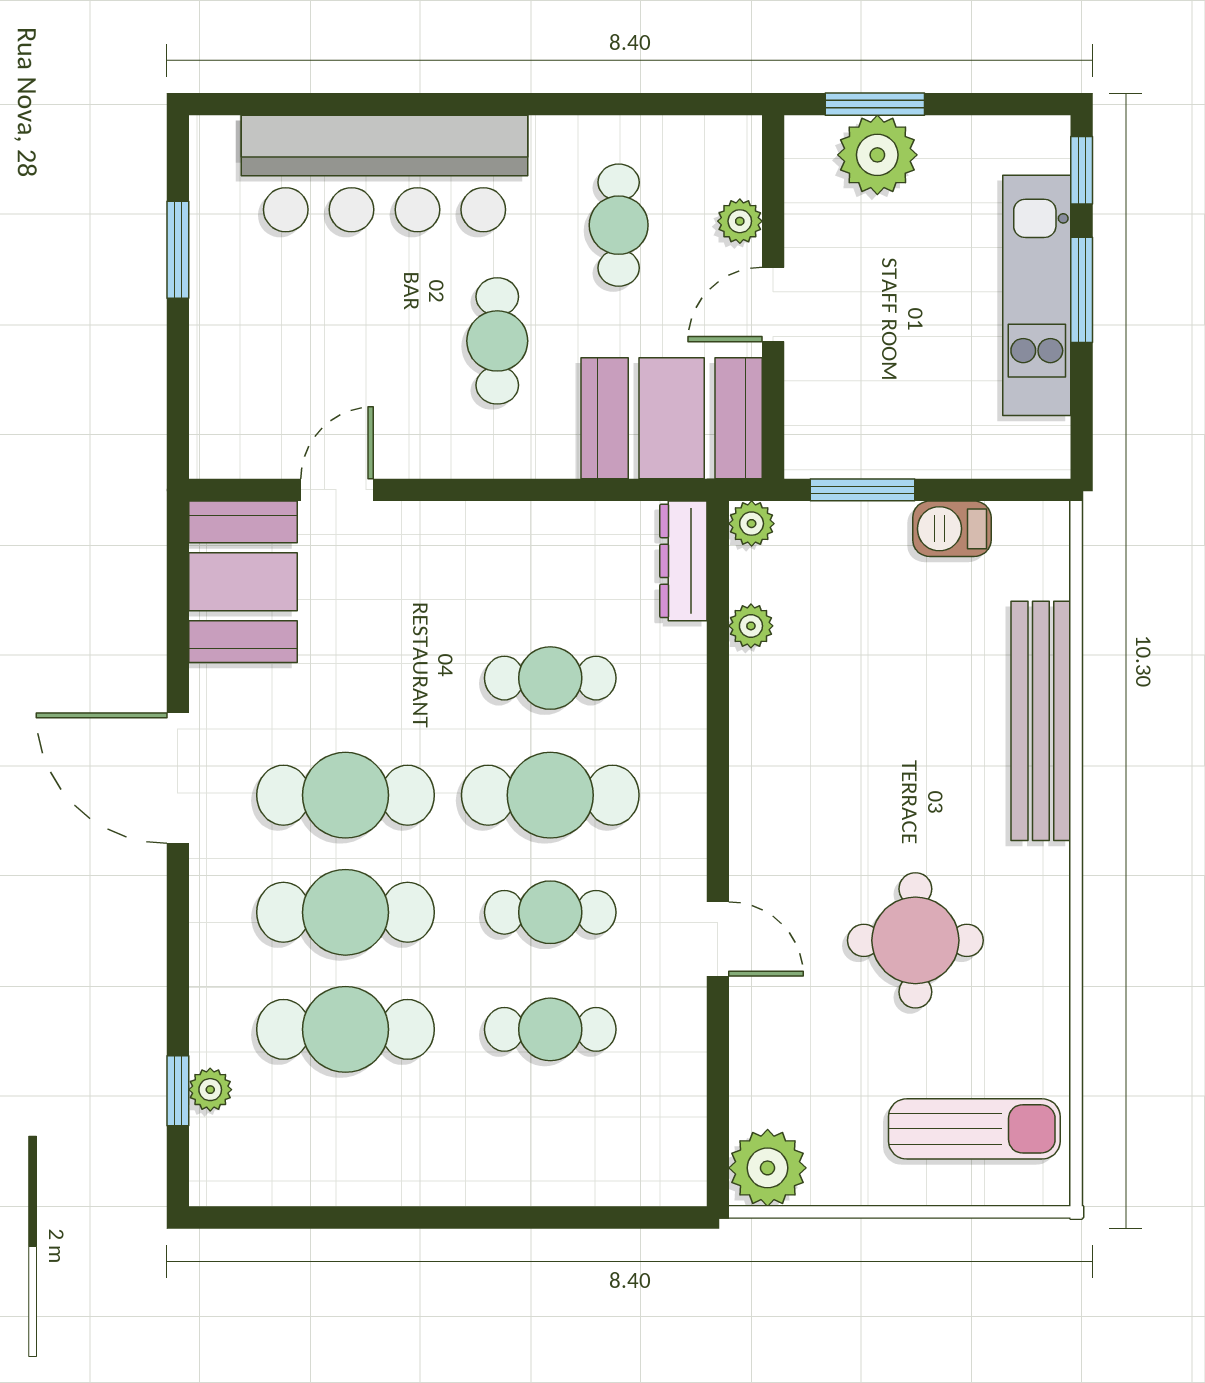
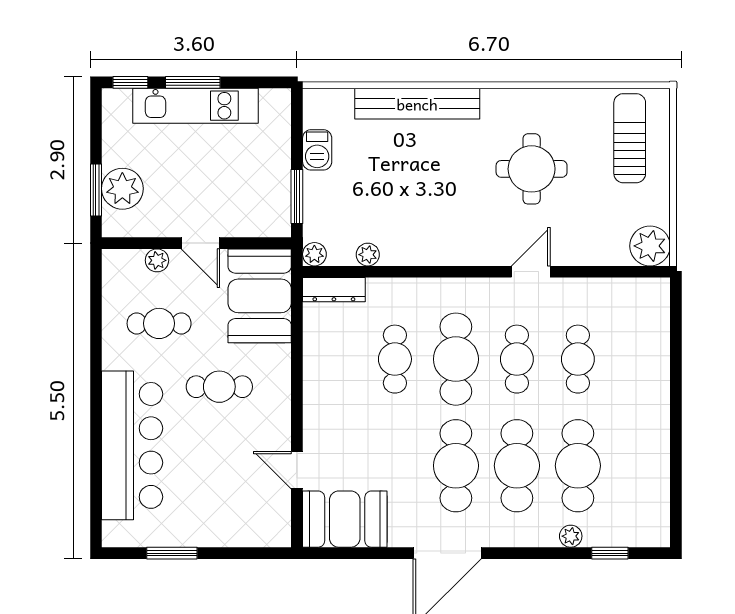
plant: (210, 1090) -> (571, 536), moved

